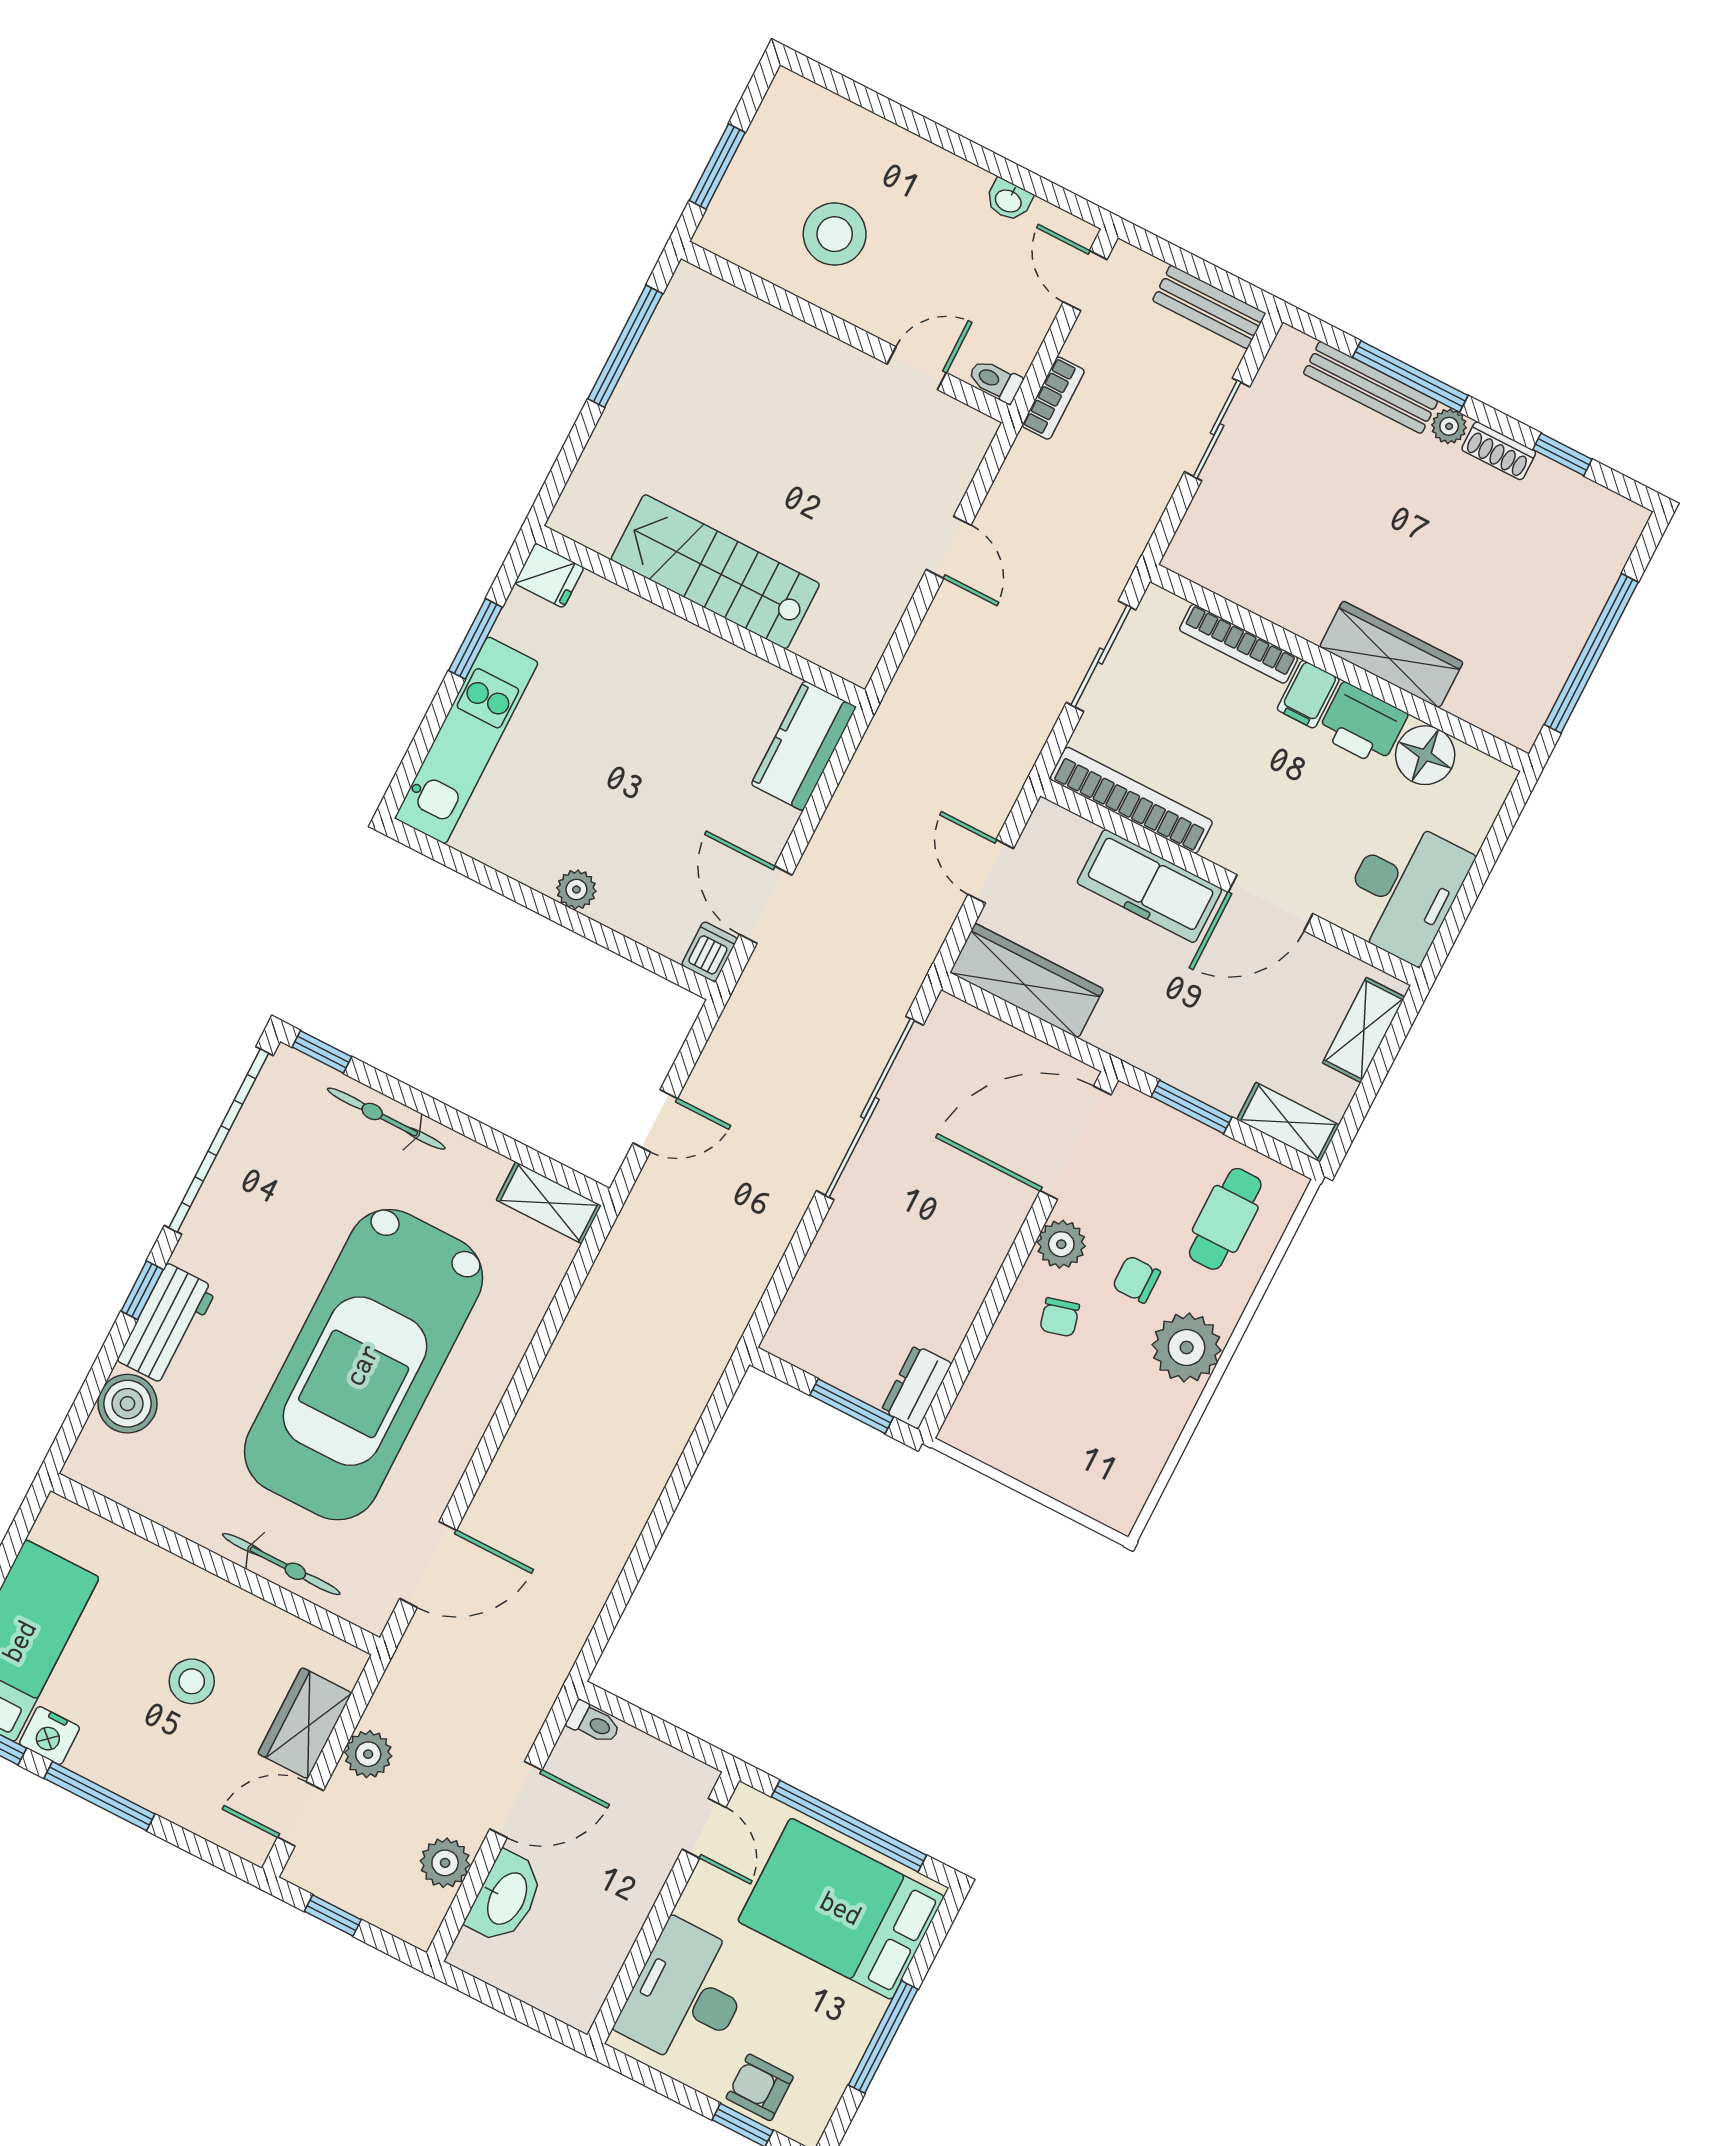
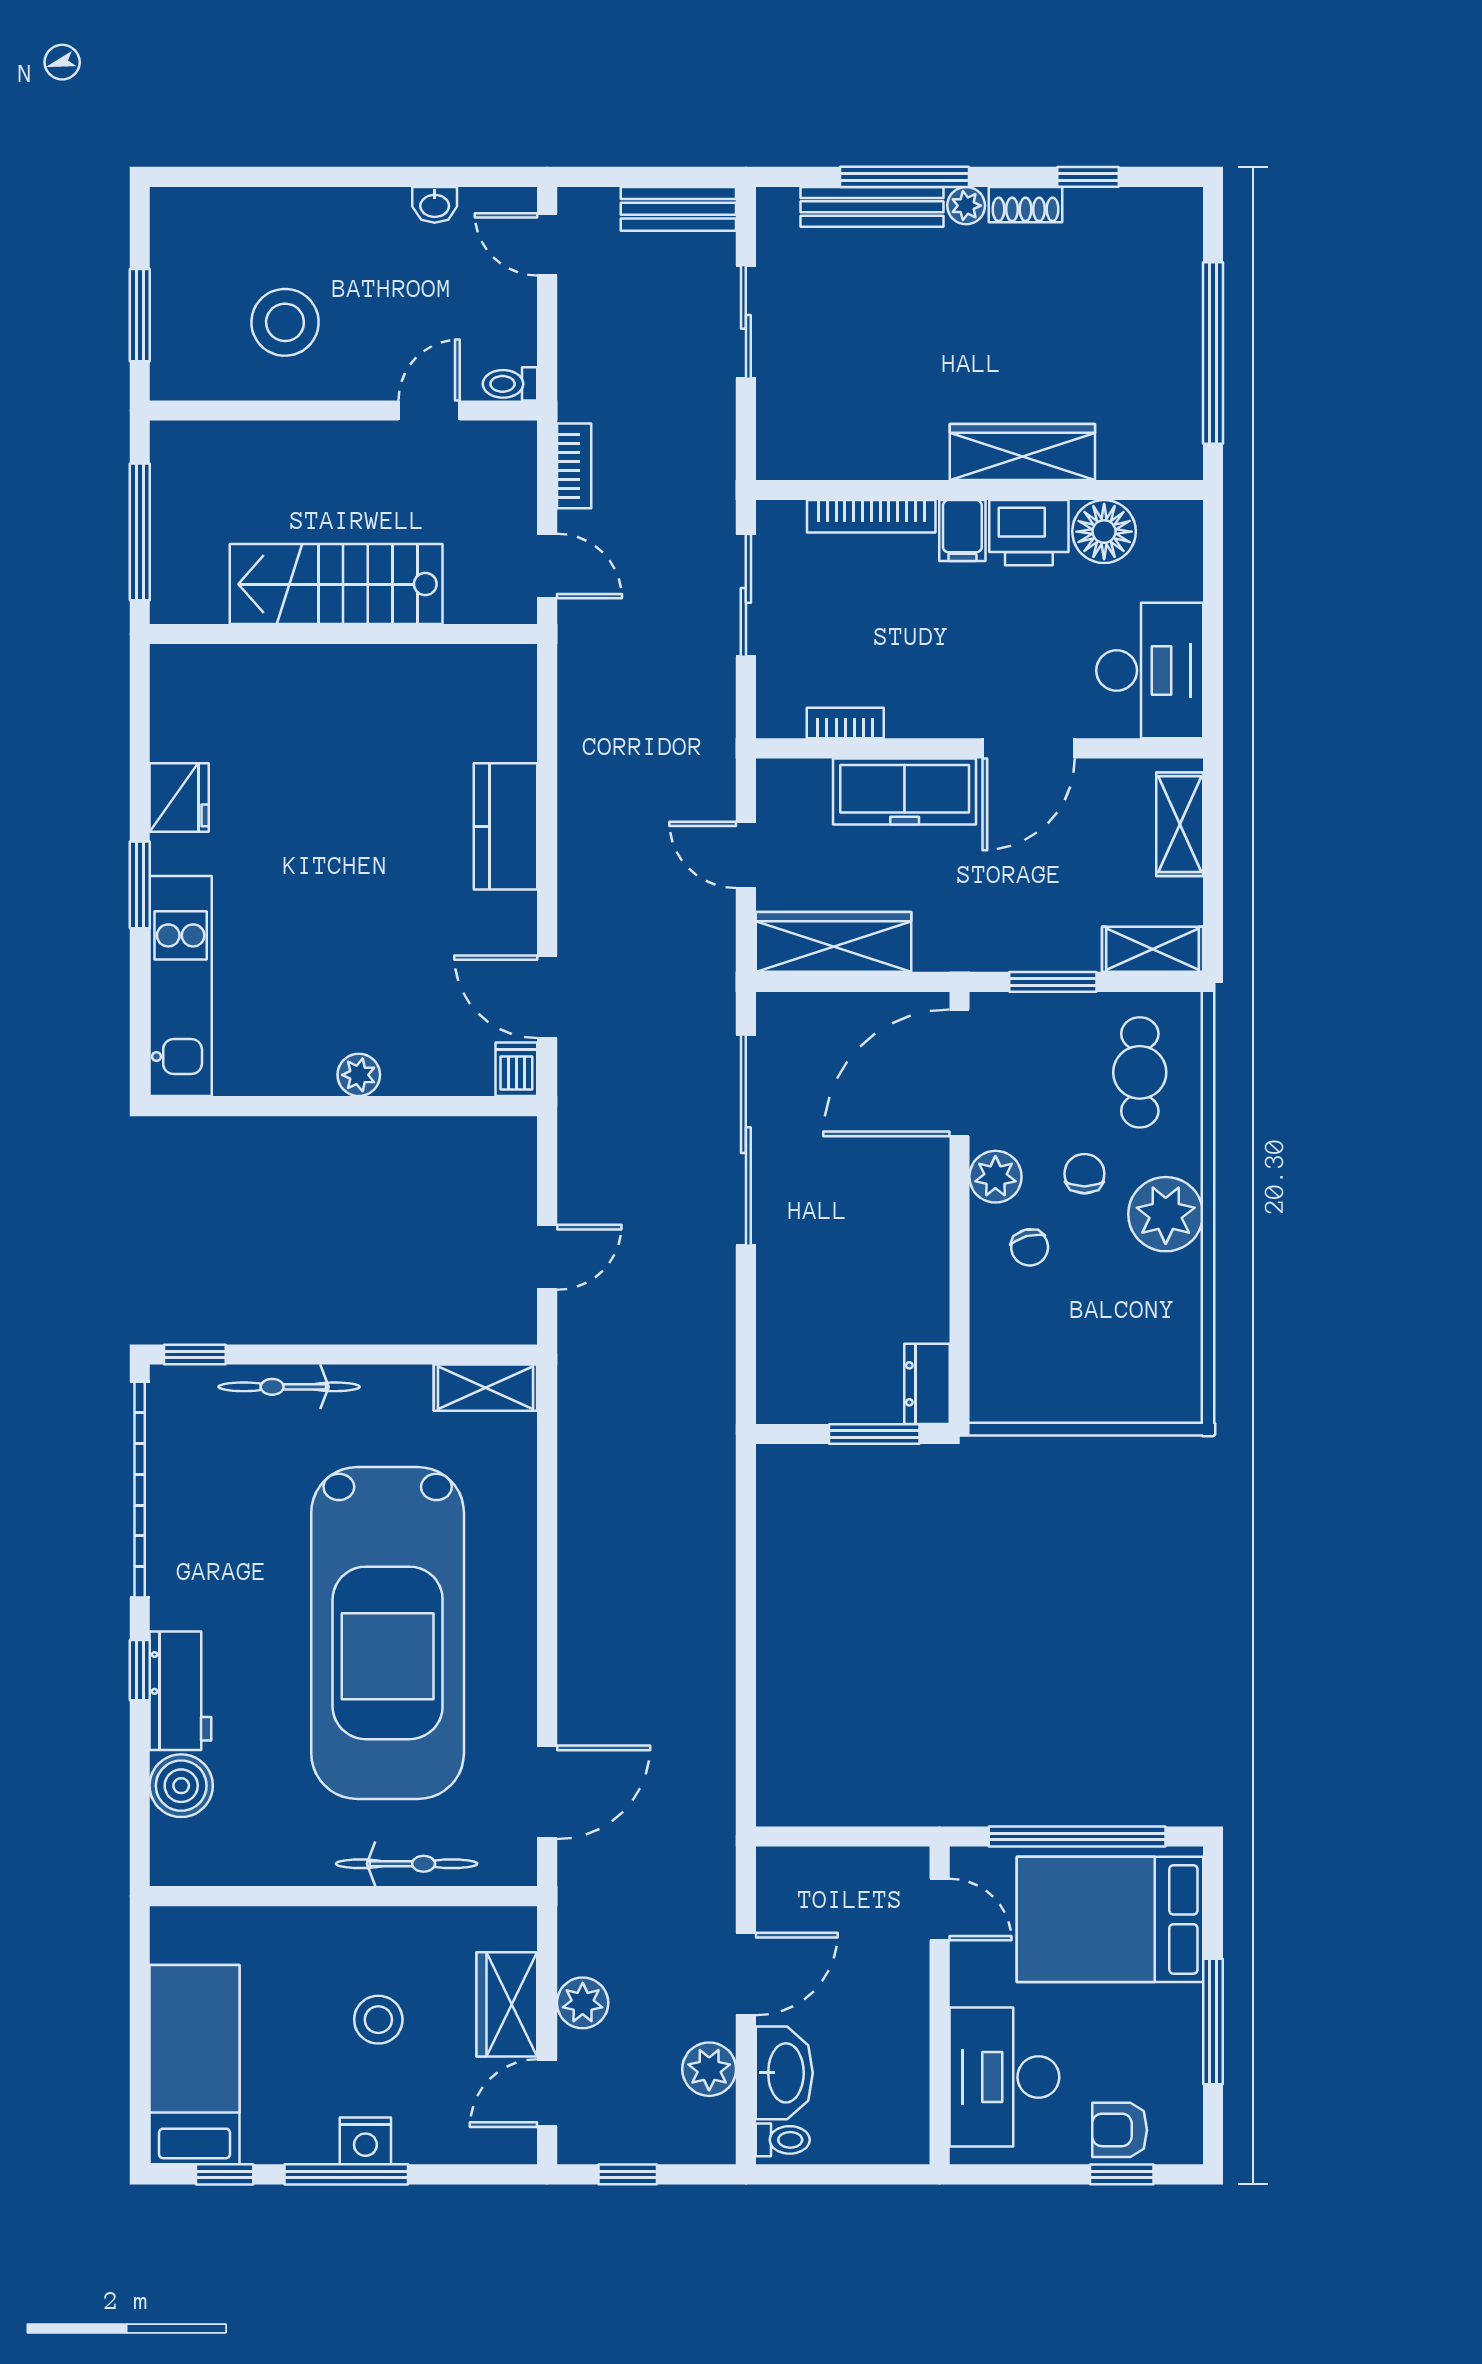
bookcase: (1053, 398) -> (574, 466), moved
stairs: (715, 572) -> (336, 584), moved
fridge: (549, 575) -> (179, 798), width x1.38
wall: (700, 616) -> (343, 634), moved
bookcase: (1131, 800) -> (845, 723), width x0.43, depth x0.76
chair: (1136, 1279) -> (1084, 1174), turned 90
toilet: (594, 1723) -> (783, 2140), moved
nightstand: (49, 1735) -> (365, 2141), moved

